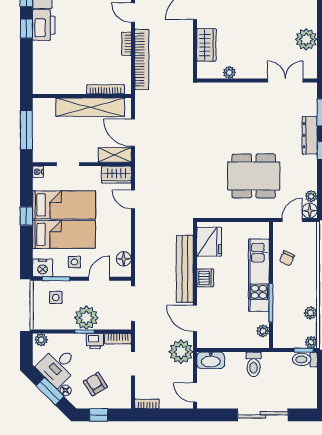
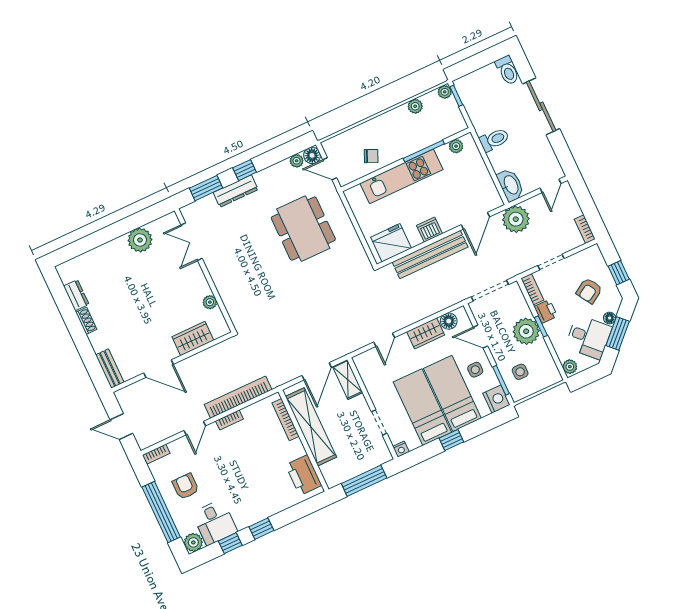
printer: (44, 25) -> (304, 475), moved, turned -90
wardrobe: (116, 175) -> (426, 333), moved, turned 90
toilet: (305, 359) -> (507, 70), moved

